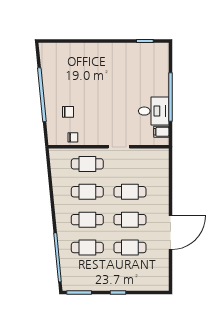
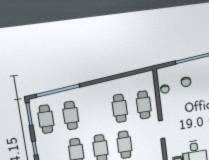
cafe table: (87, 220) -> (46, 119), moved

